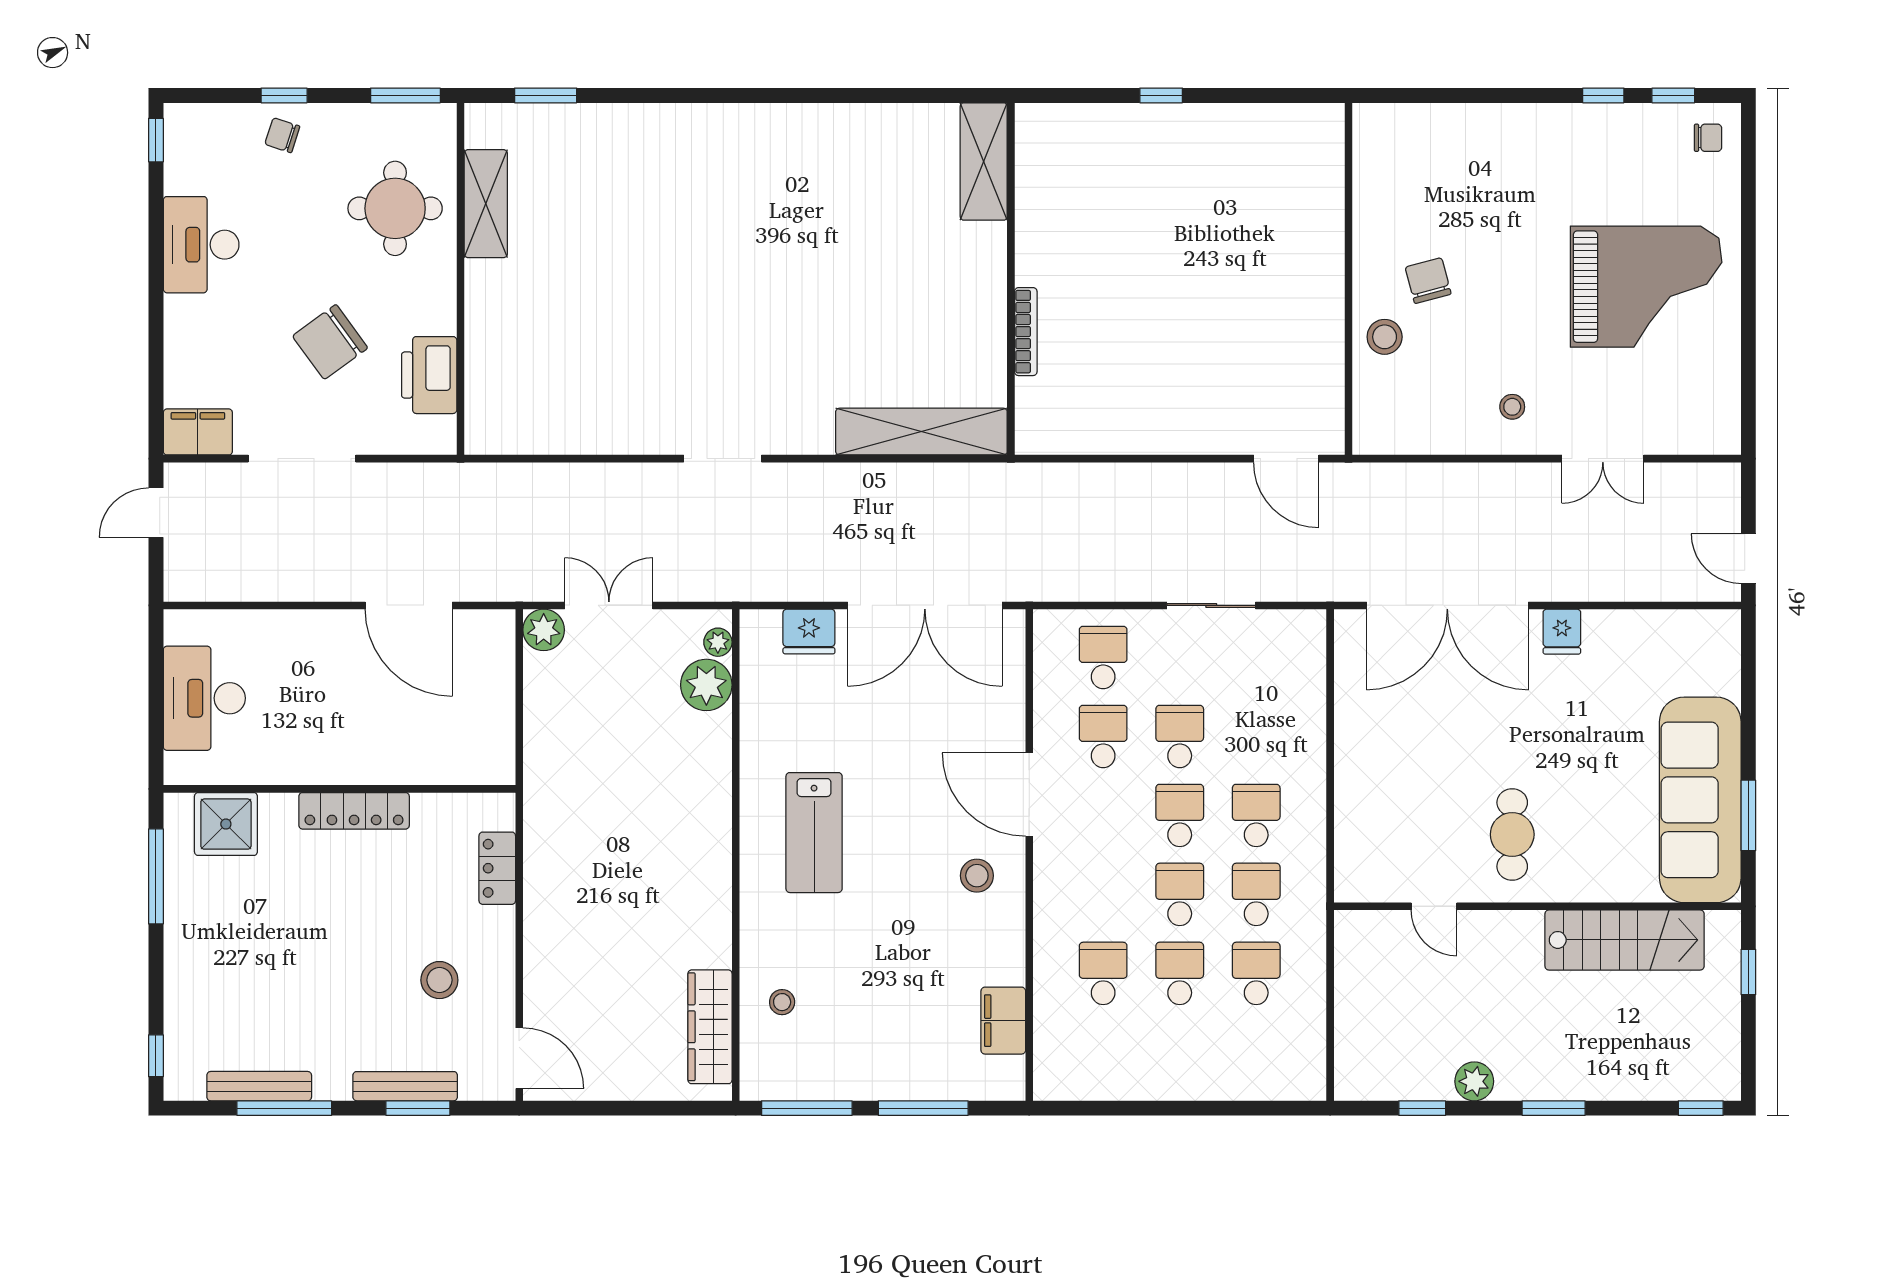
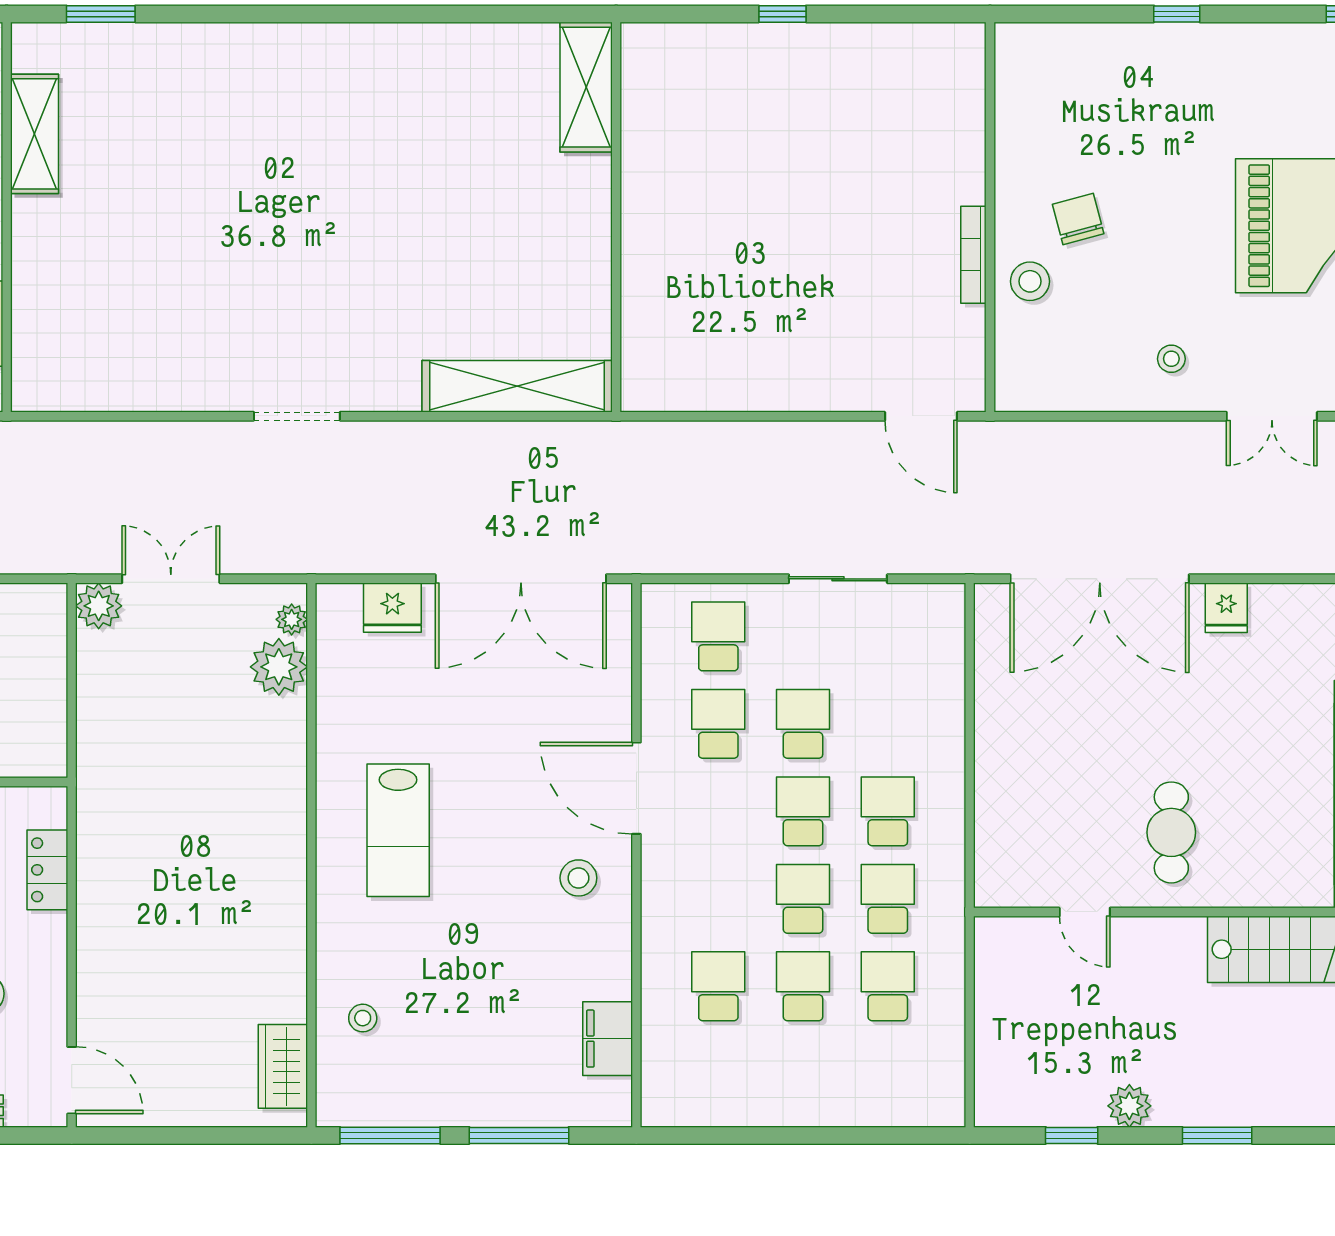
window: (1603, 95) -> (1177, 14), moved
bookcase: (1026, 332) -> (973, 255), moved, turned 180
wardrobe: (710, 1027) -> (283, 1066), width x0.67

